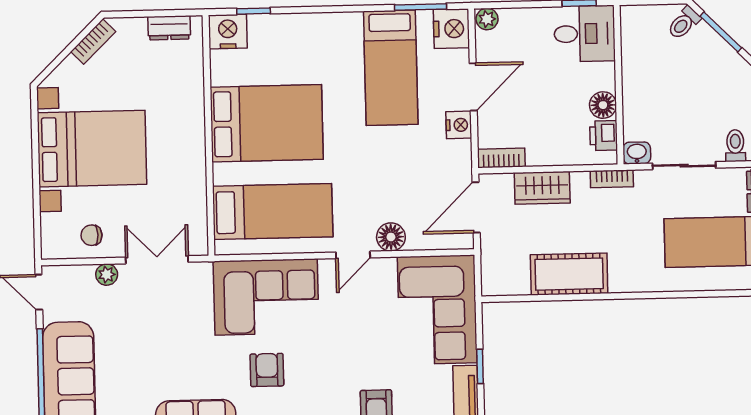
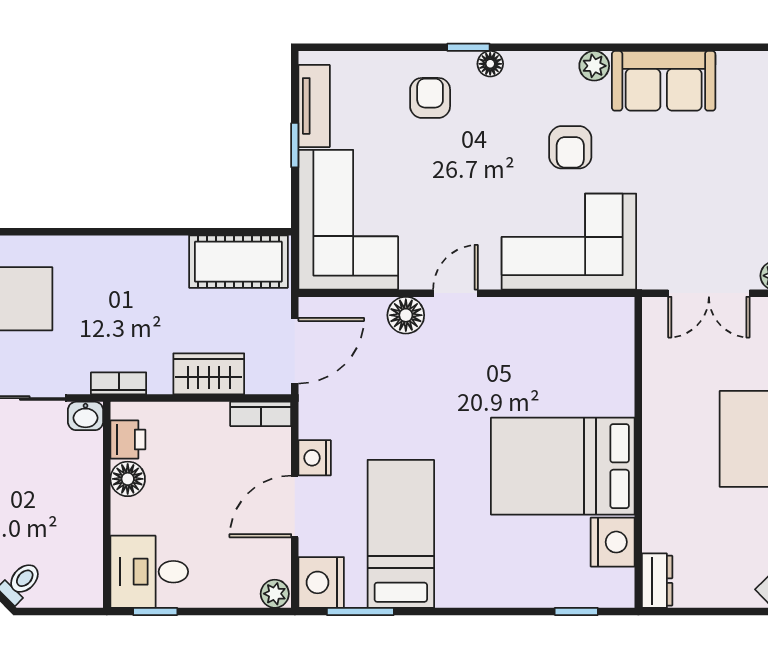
dresser: (169, 28) -> (657, 581), moved, turned 90
nightstand: (228, 32) -> (613, 542), moved, turned -90
bed: (273, 212) -> (558, 352), removed
cot: (569, 274) -> (238, 262), moved

